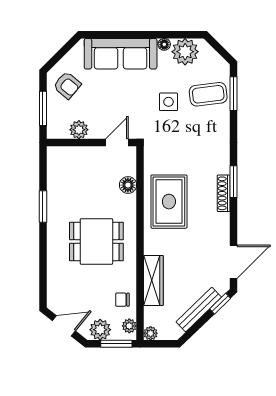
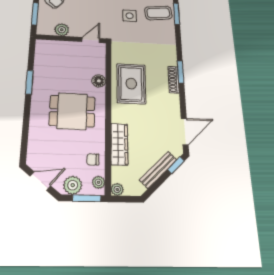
floor lamp: (128, 185) -> (99, 81), moved

